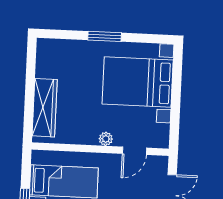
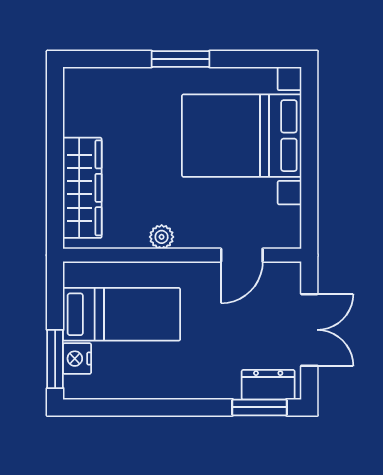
plant: (106, 139) -> (162, 237), moved

